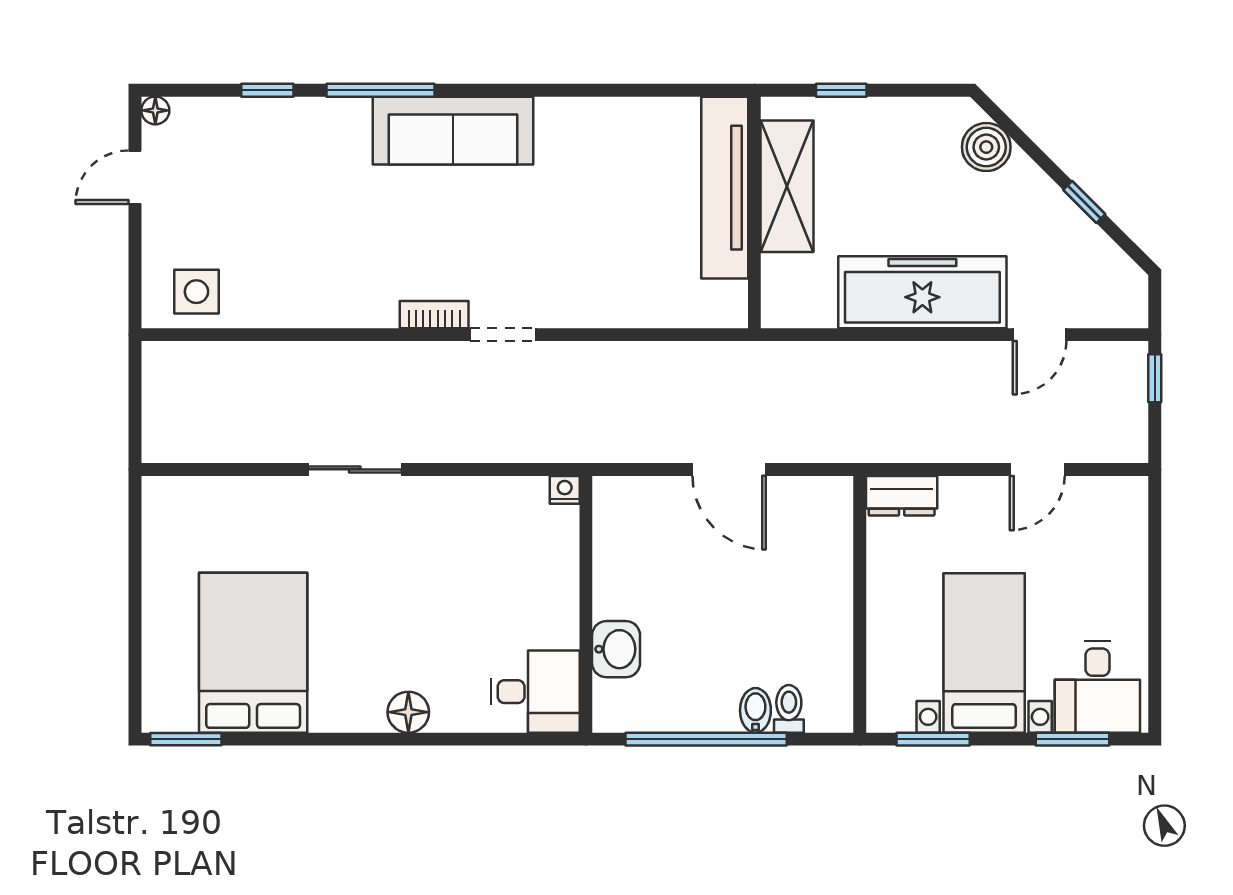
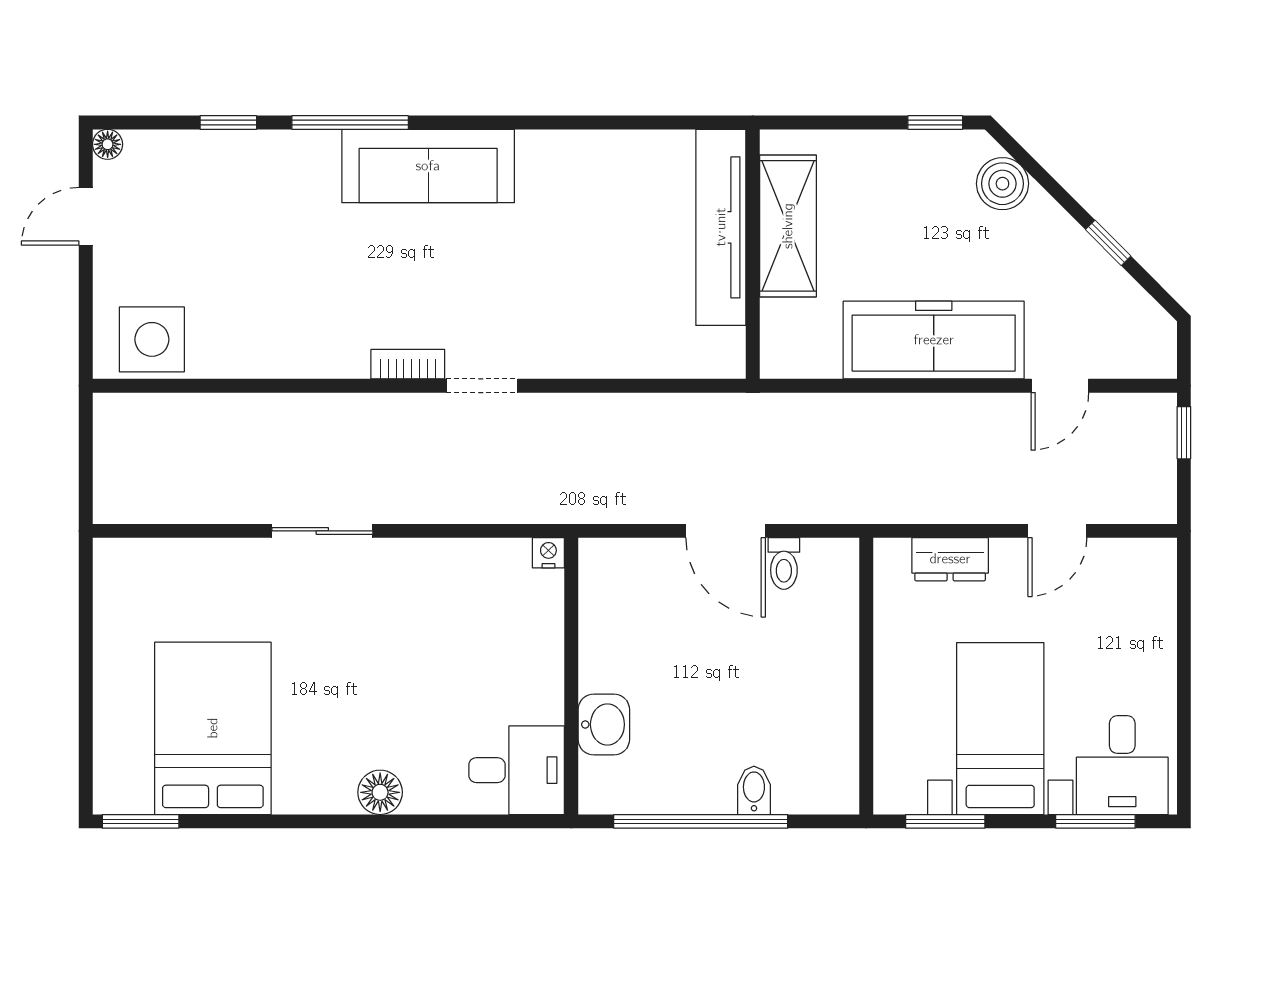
window: (841, 90) -> (935, 122), moved
side table: (196, 292) -> (152, 339), width x1.37, depth x1.37
dresser: (902, 496) -> (950, 559), moved
toilet: (789, 709) -> (784, 563), moved, turned 180

